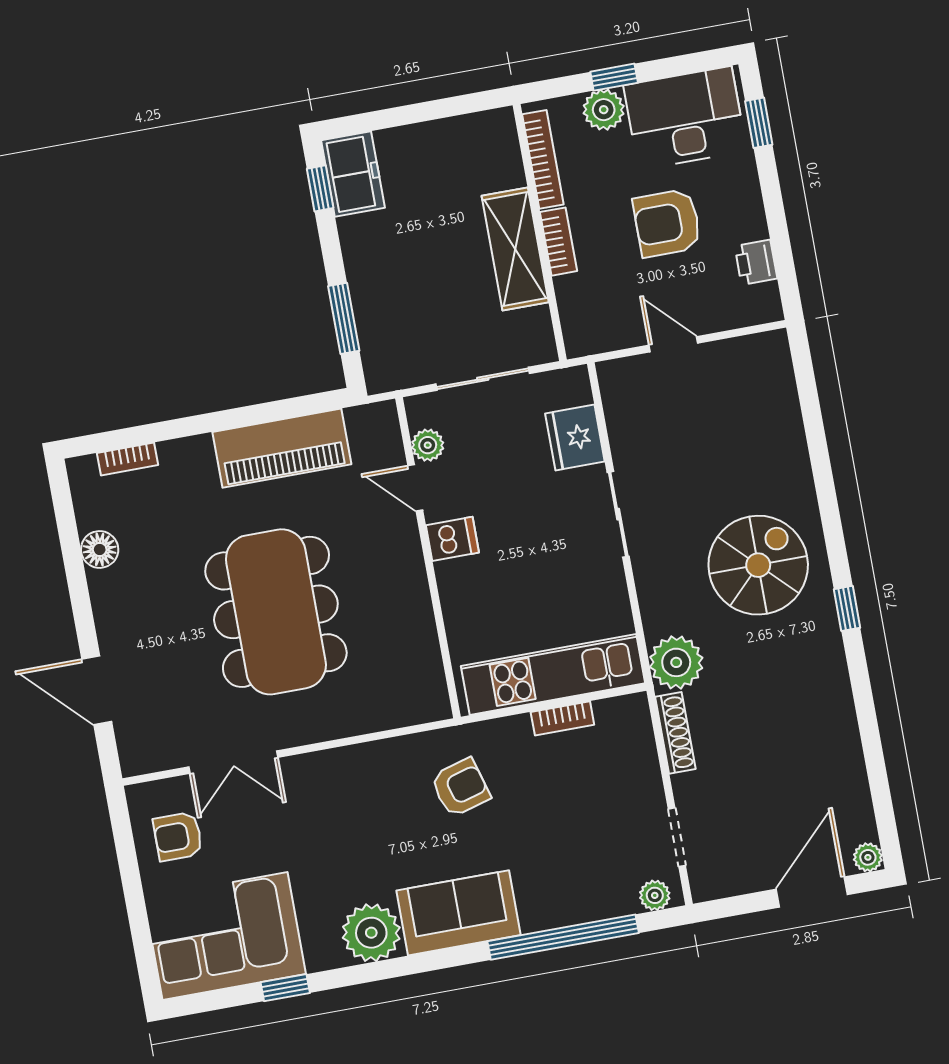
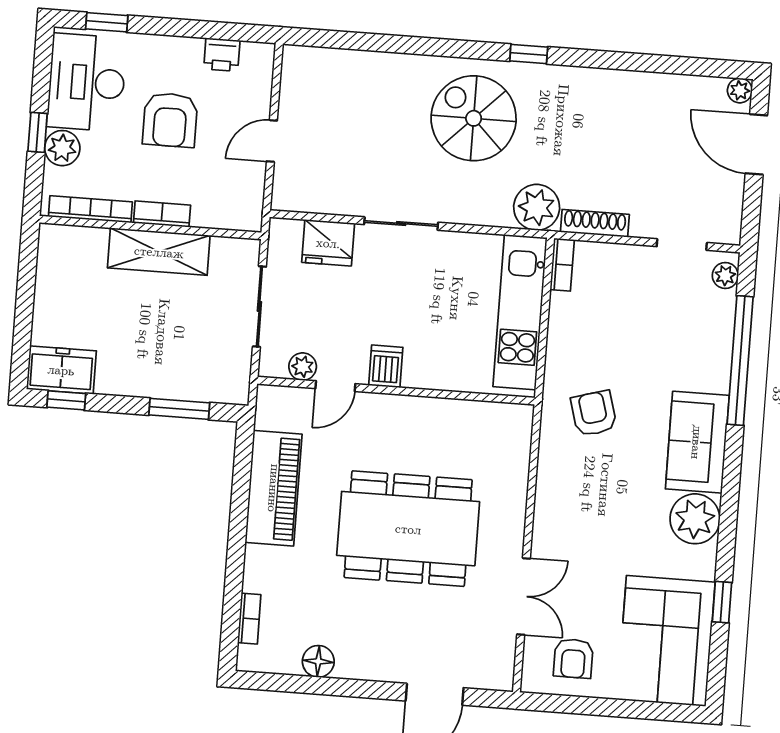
bookcase: (562, 718) -> (562, 265), moved

